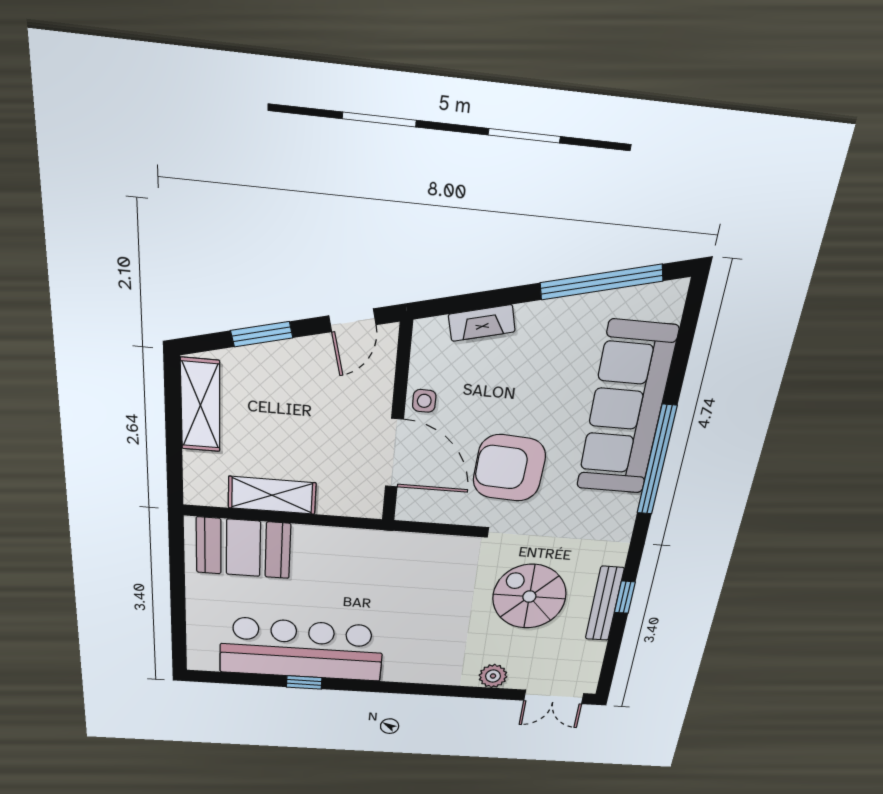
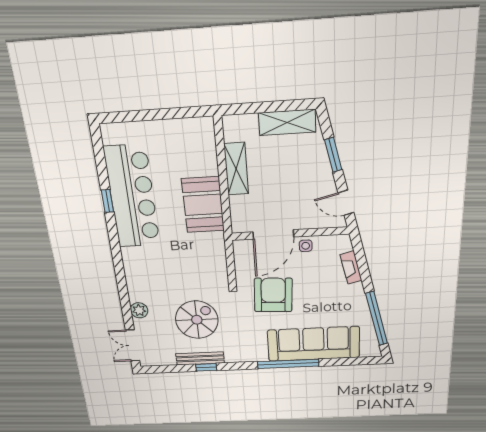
booth: (243, 548) -> (203, 205), moved

